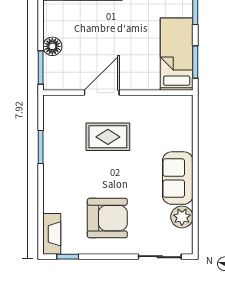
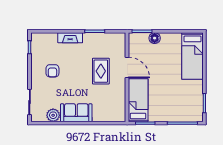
bed: (177, 54) -> (138, 100), moved, turned -90
armchair: (107, 218) -> (52, 71), width x0.53, depth x0.53
fireplace: (52, 234) -> (70, 38), moved

